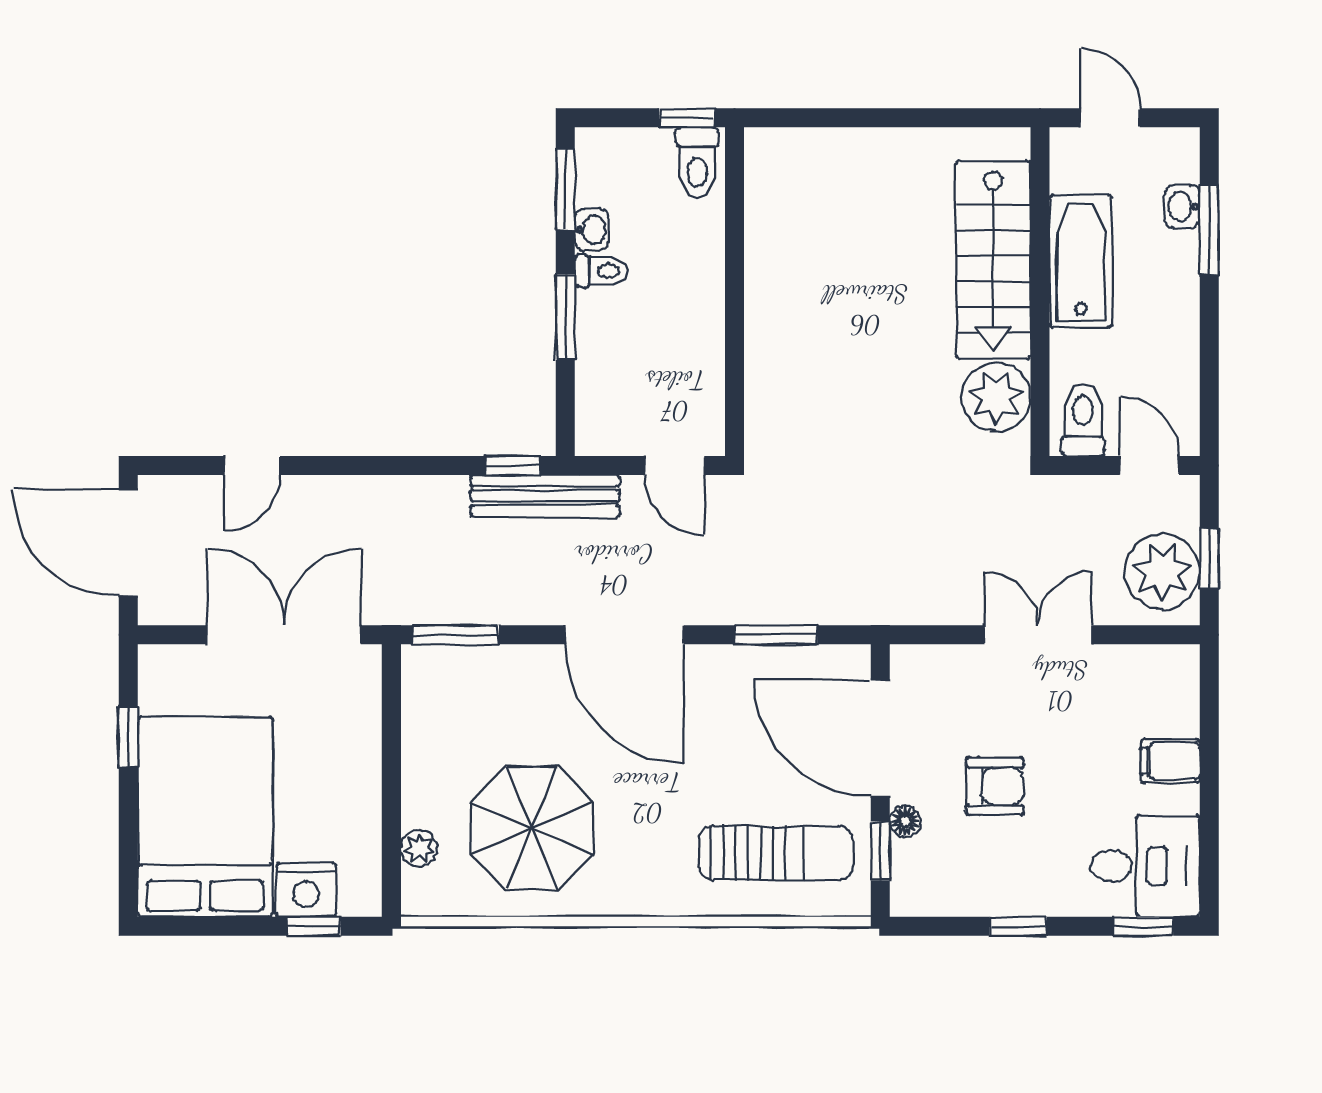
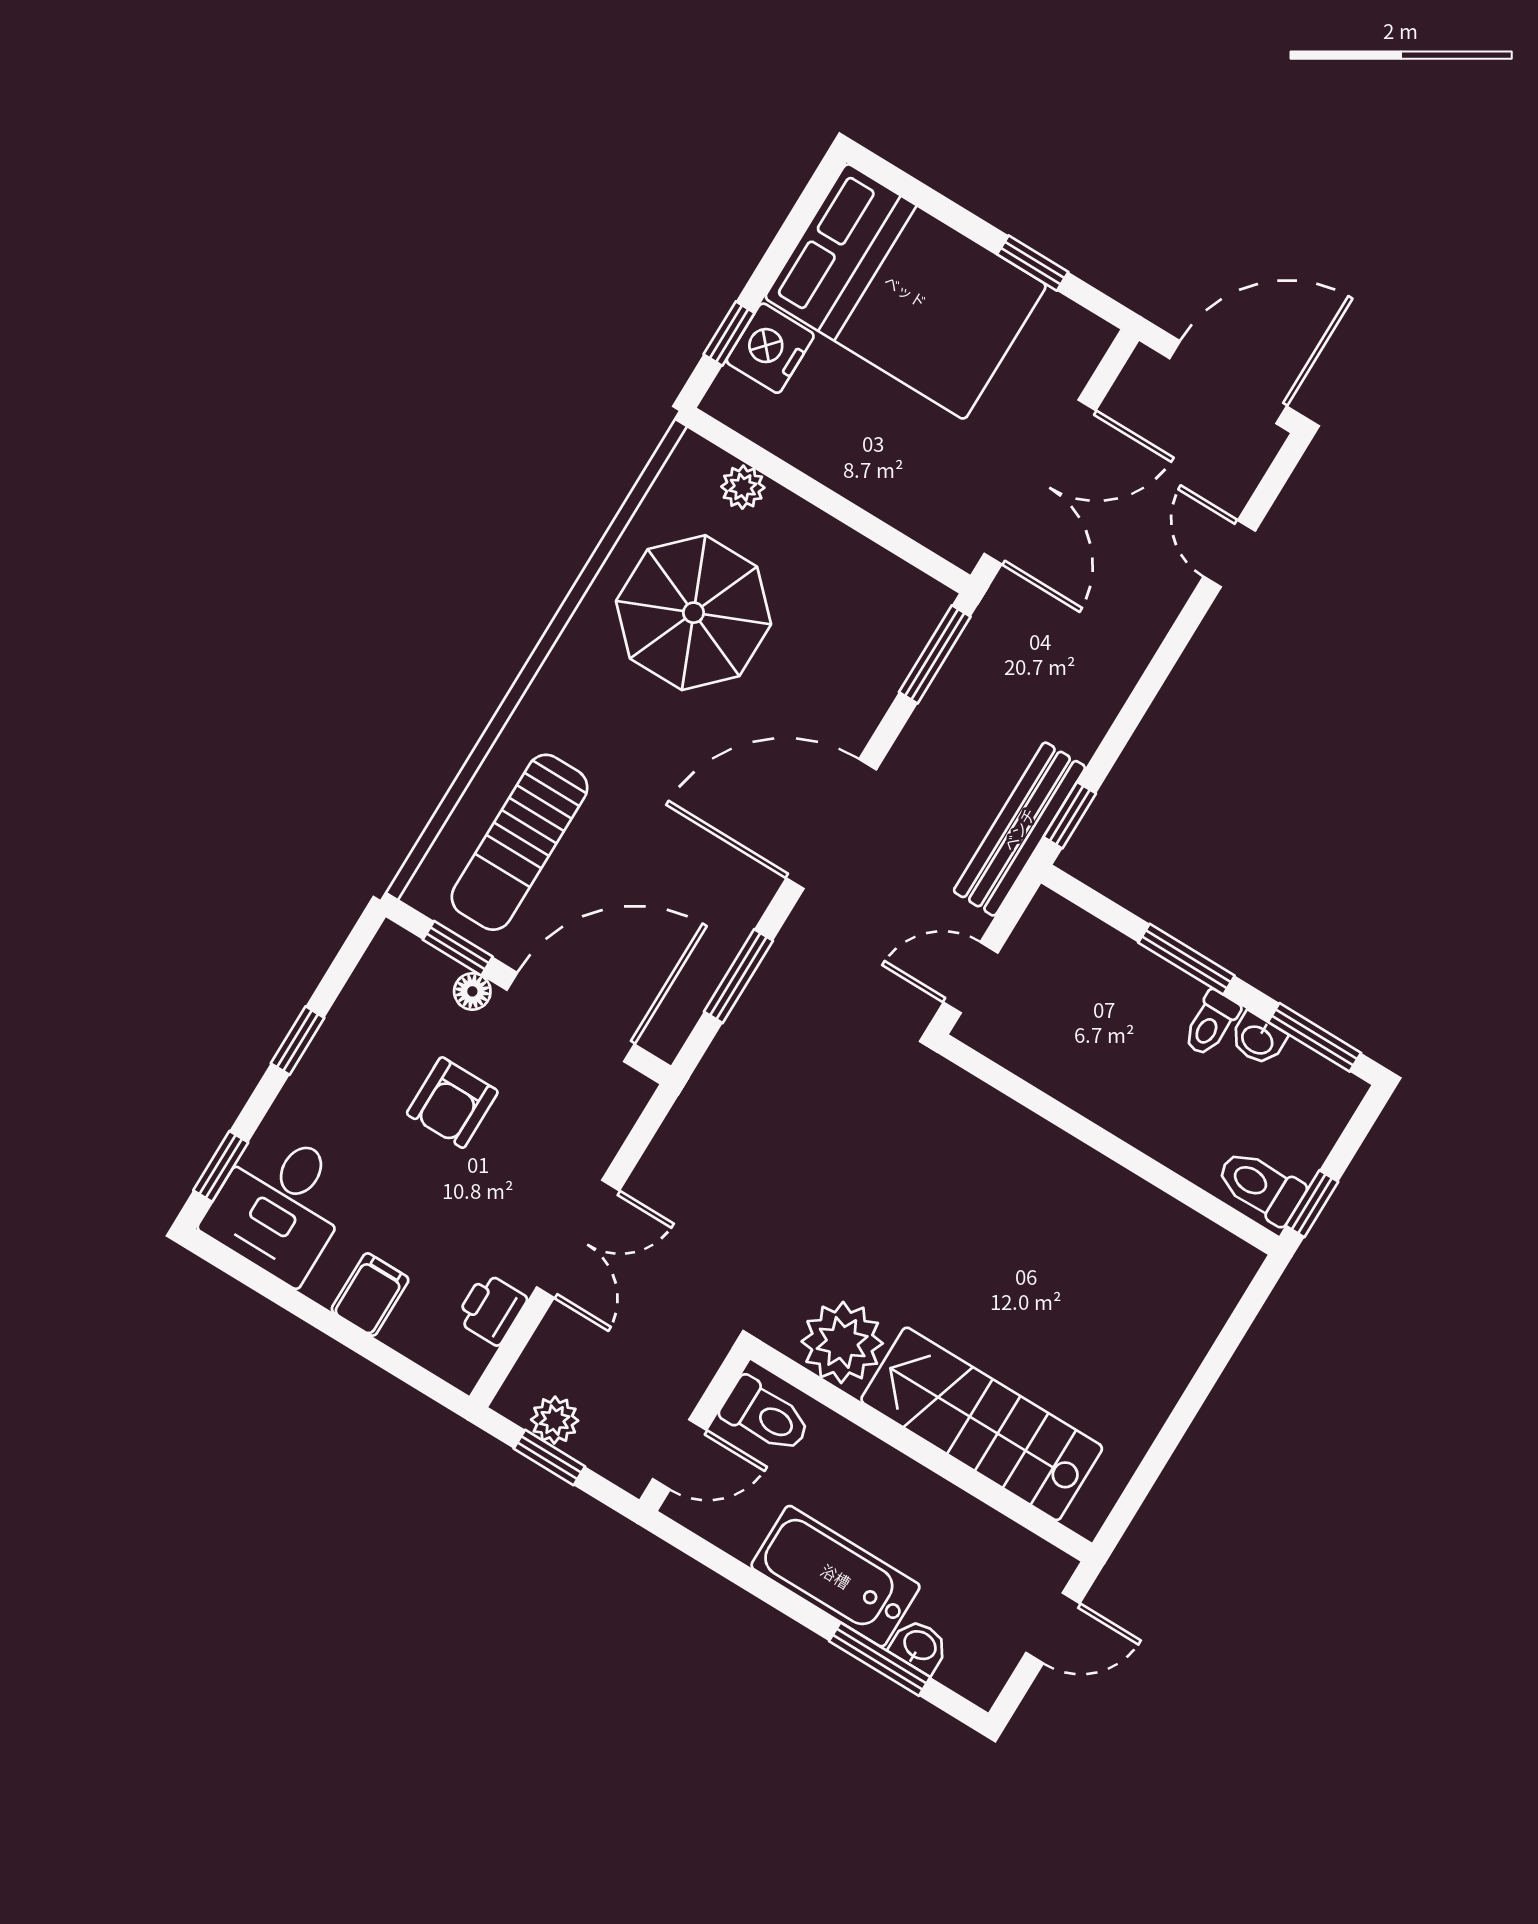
bathtub: (1081, 261) -> (836, 1576), moved, turned 180
plant: (1162, 571) -> (555, 1420), width x0.53, depth x0.53
printer: (1127, 667) -> (491, 1309), added

